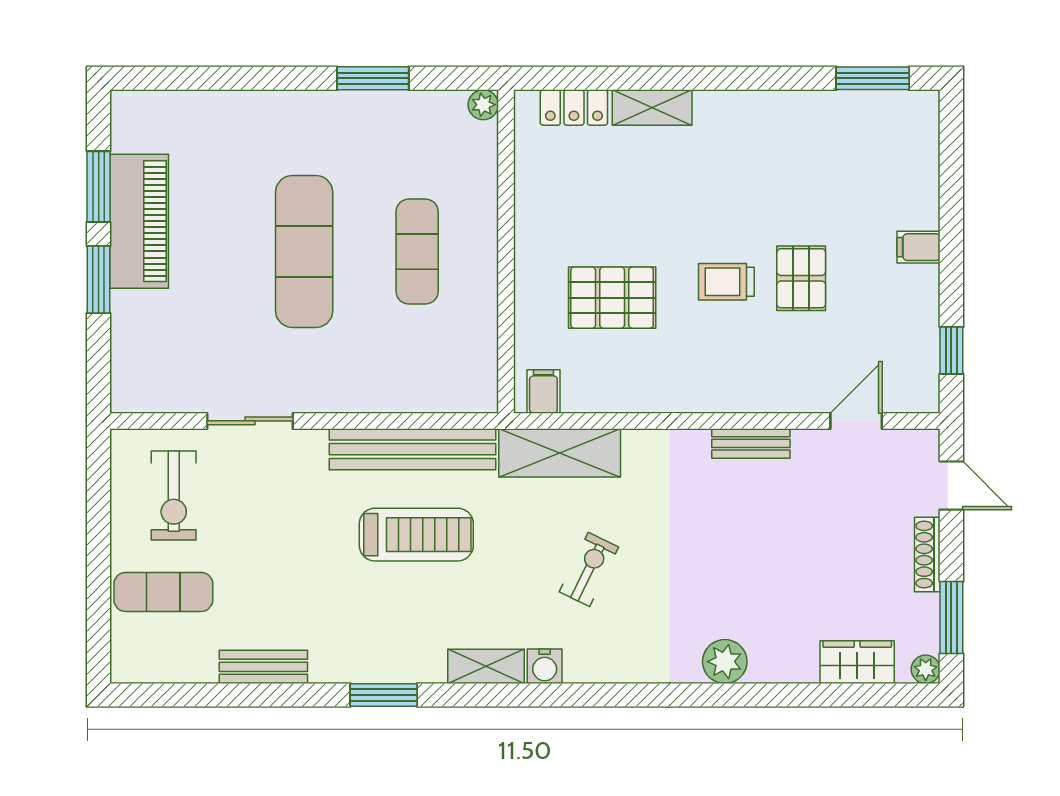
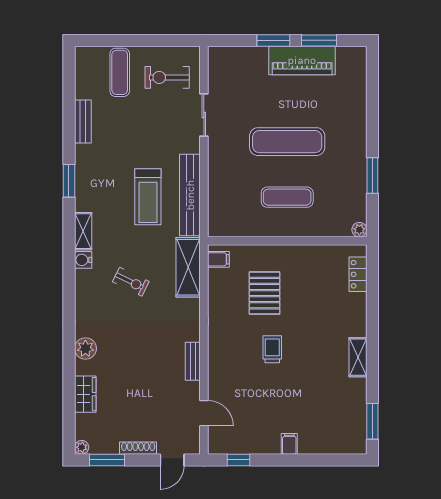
shelving: (652, 108) -> (358, 357), moved
pallet: (801, 278) -> (274, 386), removed
wardrobe: (857, 662) -> (85, 394), moved

